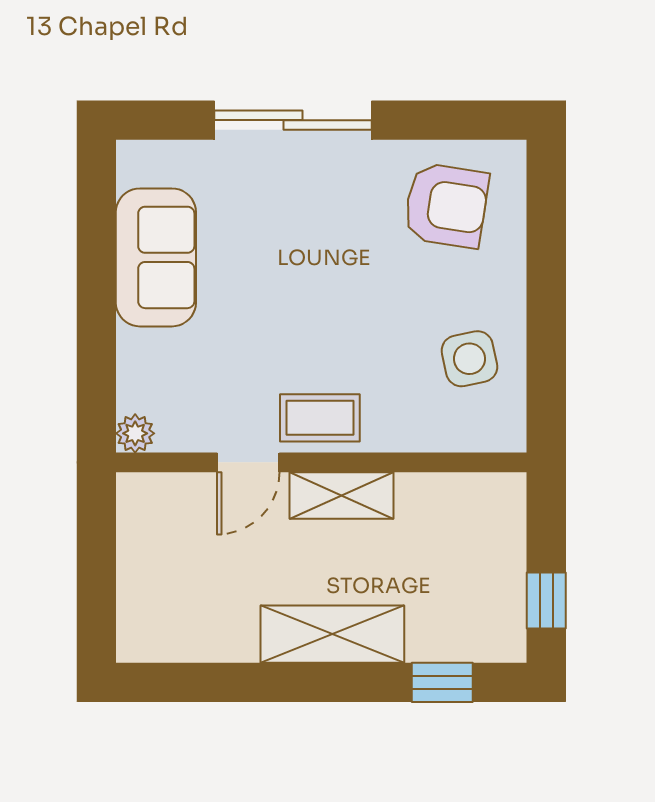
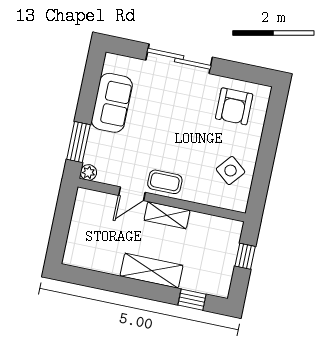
armchair: (446, 205) -> (234, 106), turned 81
side table: (469, 359) -> (231, 171), turned -38
window: (96, 366) -> (78, 142), added
window: (546, 600) -> (245, 256), moved

